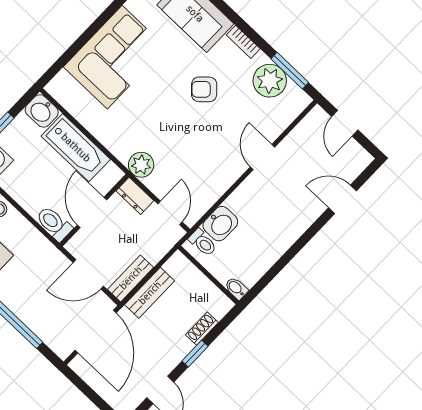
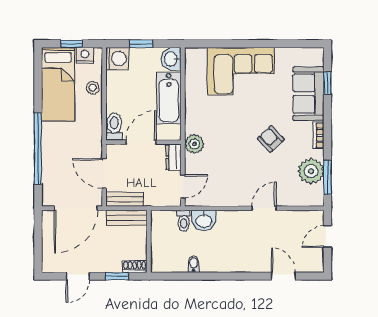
wall: (208, 275) -> (149, 241), moved
bidet: (236, 288) -> (194, 264), moved

